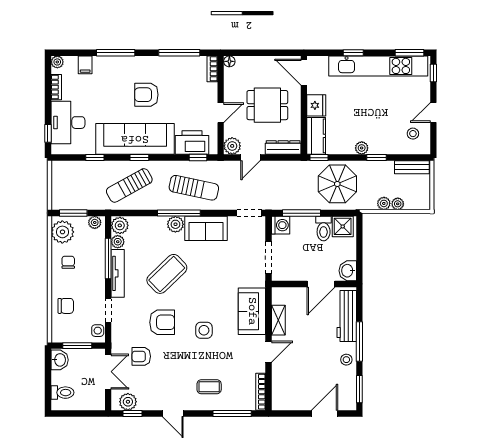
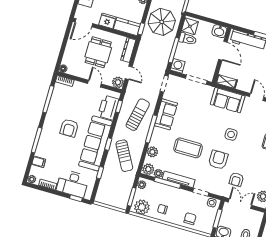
plant: (175, 224) -> (152, 152), moved
coffee table: (167, 274) -> (188, 148), turned -46
shelving: (278, 320) -> (227, 81), moved

